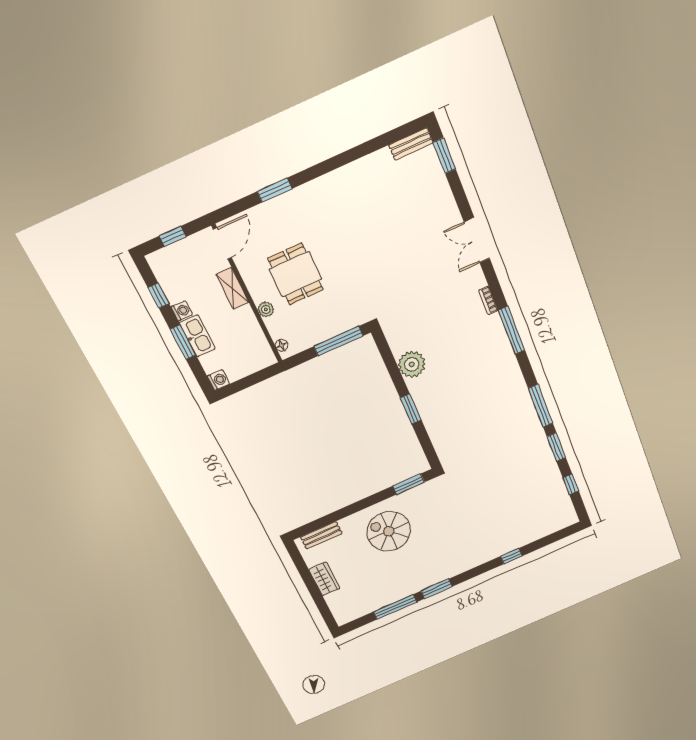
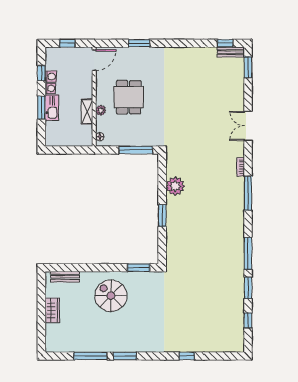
window: (397, 134) -> (225, 43), added
shelving: (232, 288) -> (87, 112), moved
washing machine: (218, 380) -> (51, 77), moved

